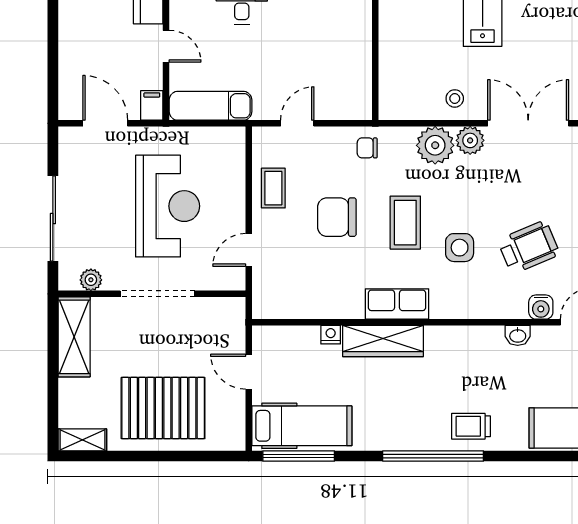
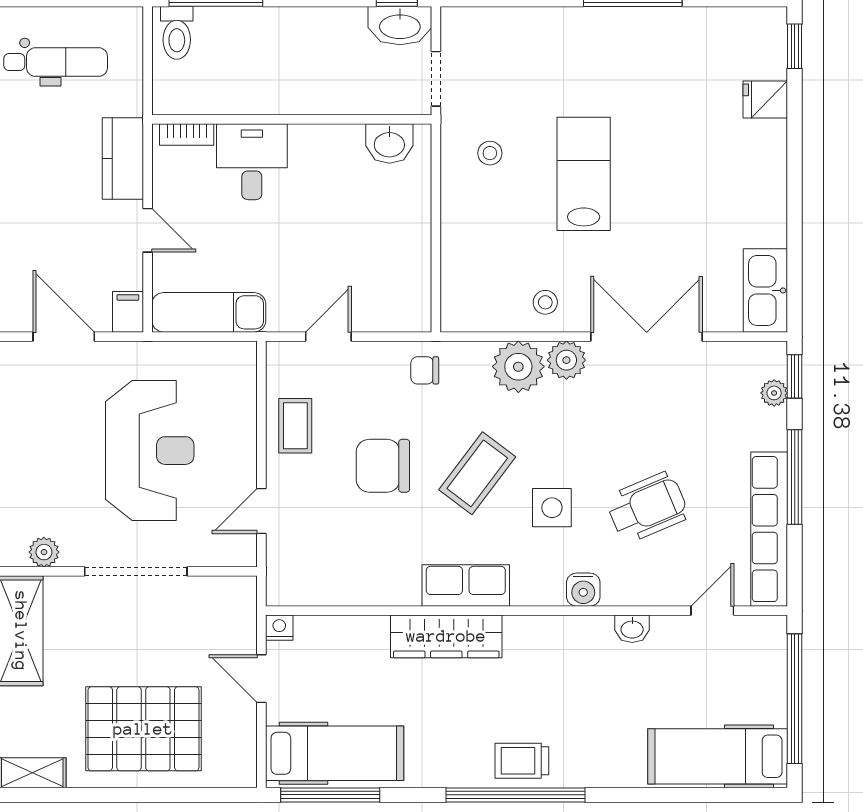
coffee table: (405, 223) -> (477, 473), turned 37
water cooler: (541, 307) -> (583, 590), moved
nightstand: (331, 335) -> (279, 628), moved
trolley: (471, 426) -> (522, 761), moved

